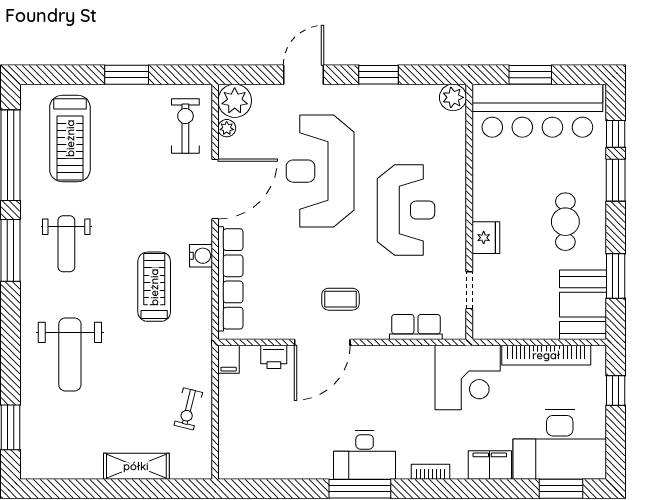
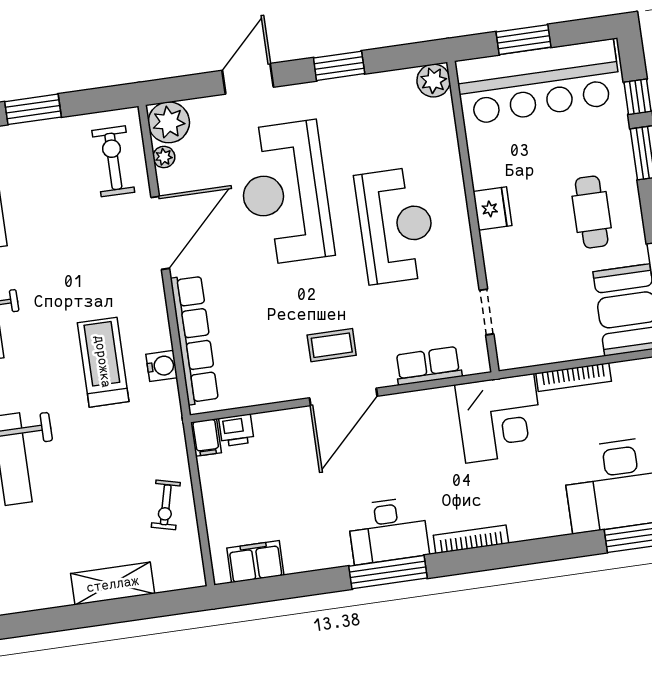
fridge: (486, 238) -> (492, 209), moved
water cooler: (201, 256) -> (162, 366), moved
door: (322, 342) -> (343, 397), moved
bookcase: (546, 355) -> (574, 377), width x0.68, depth x0.76
printer: (274, 357) -> (236, 430), moved
filing cabinet: (490, 465) -> (255, 562), moved
bookcase: (431, 472) -> (471, 539), width x1.56

